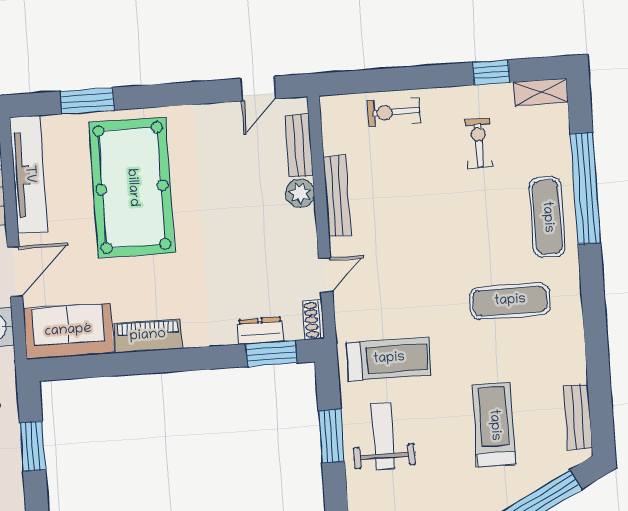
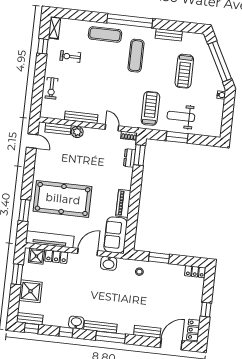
window: (585, 188) -> (130, 21), moved
door: (15, 272) -> (88, 252), hinge flipped
bench: (578, 417) -> (169, 35), moved
treadmill: (494, 425) -> (184, 71), turned -90

